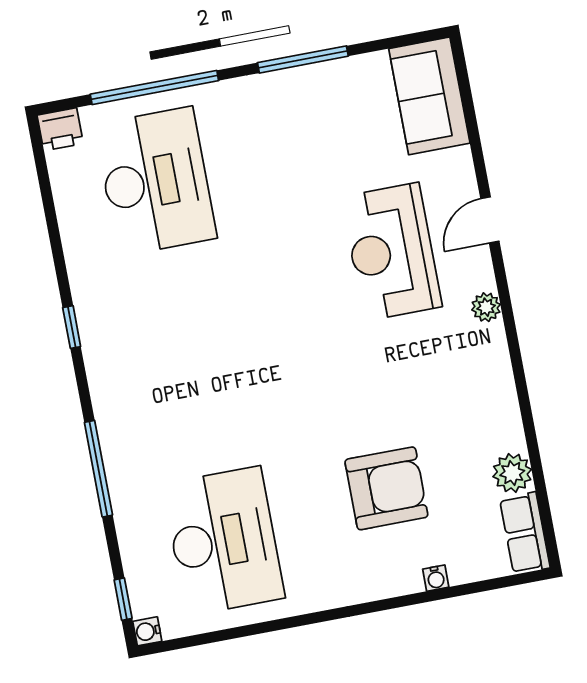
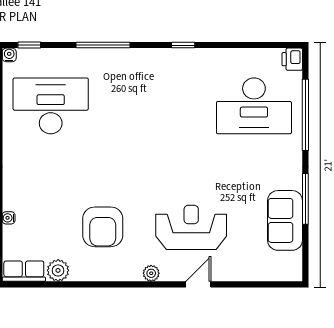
sofa: (429, 96) -> (285, 220), moved, turned -90
door: (490, 220) -> (198, 284), hinge flipped
armchair: (386, 488) -> (103, 227), moved
desk: (224, 541) -> (51, 106), turned 180

